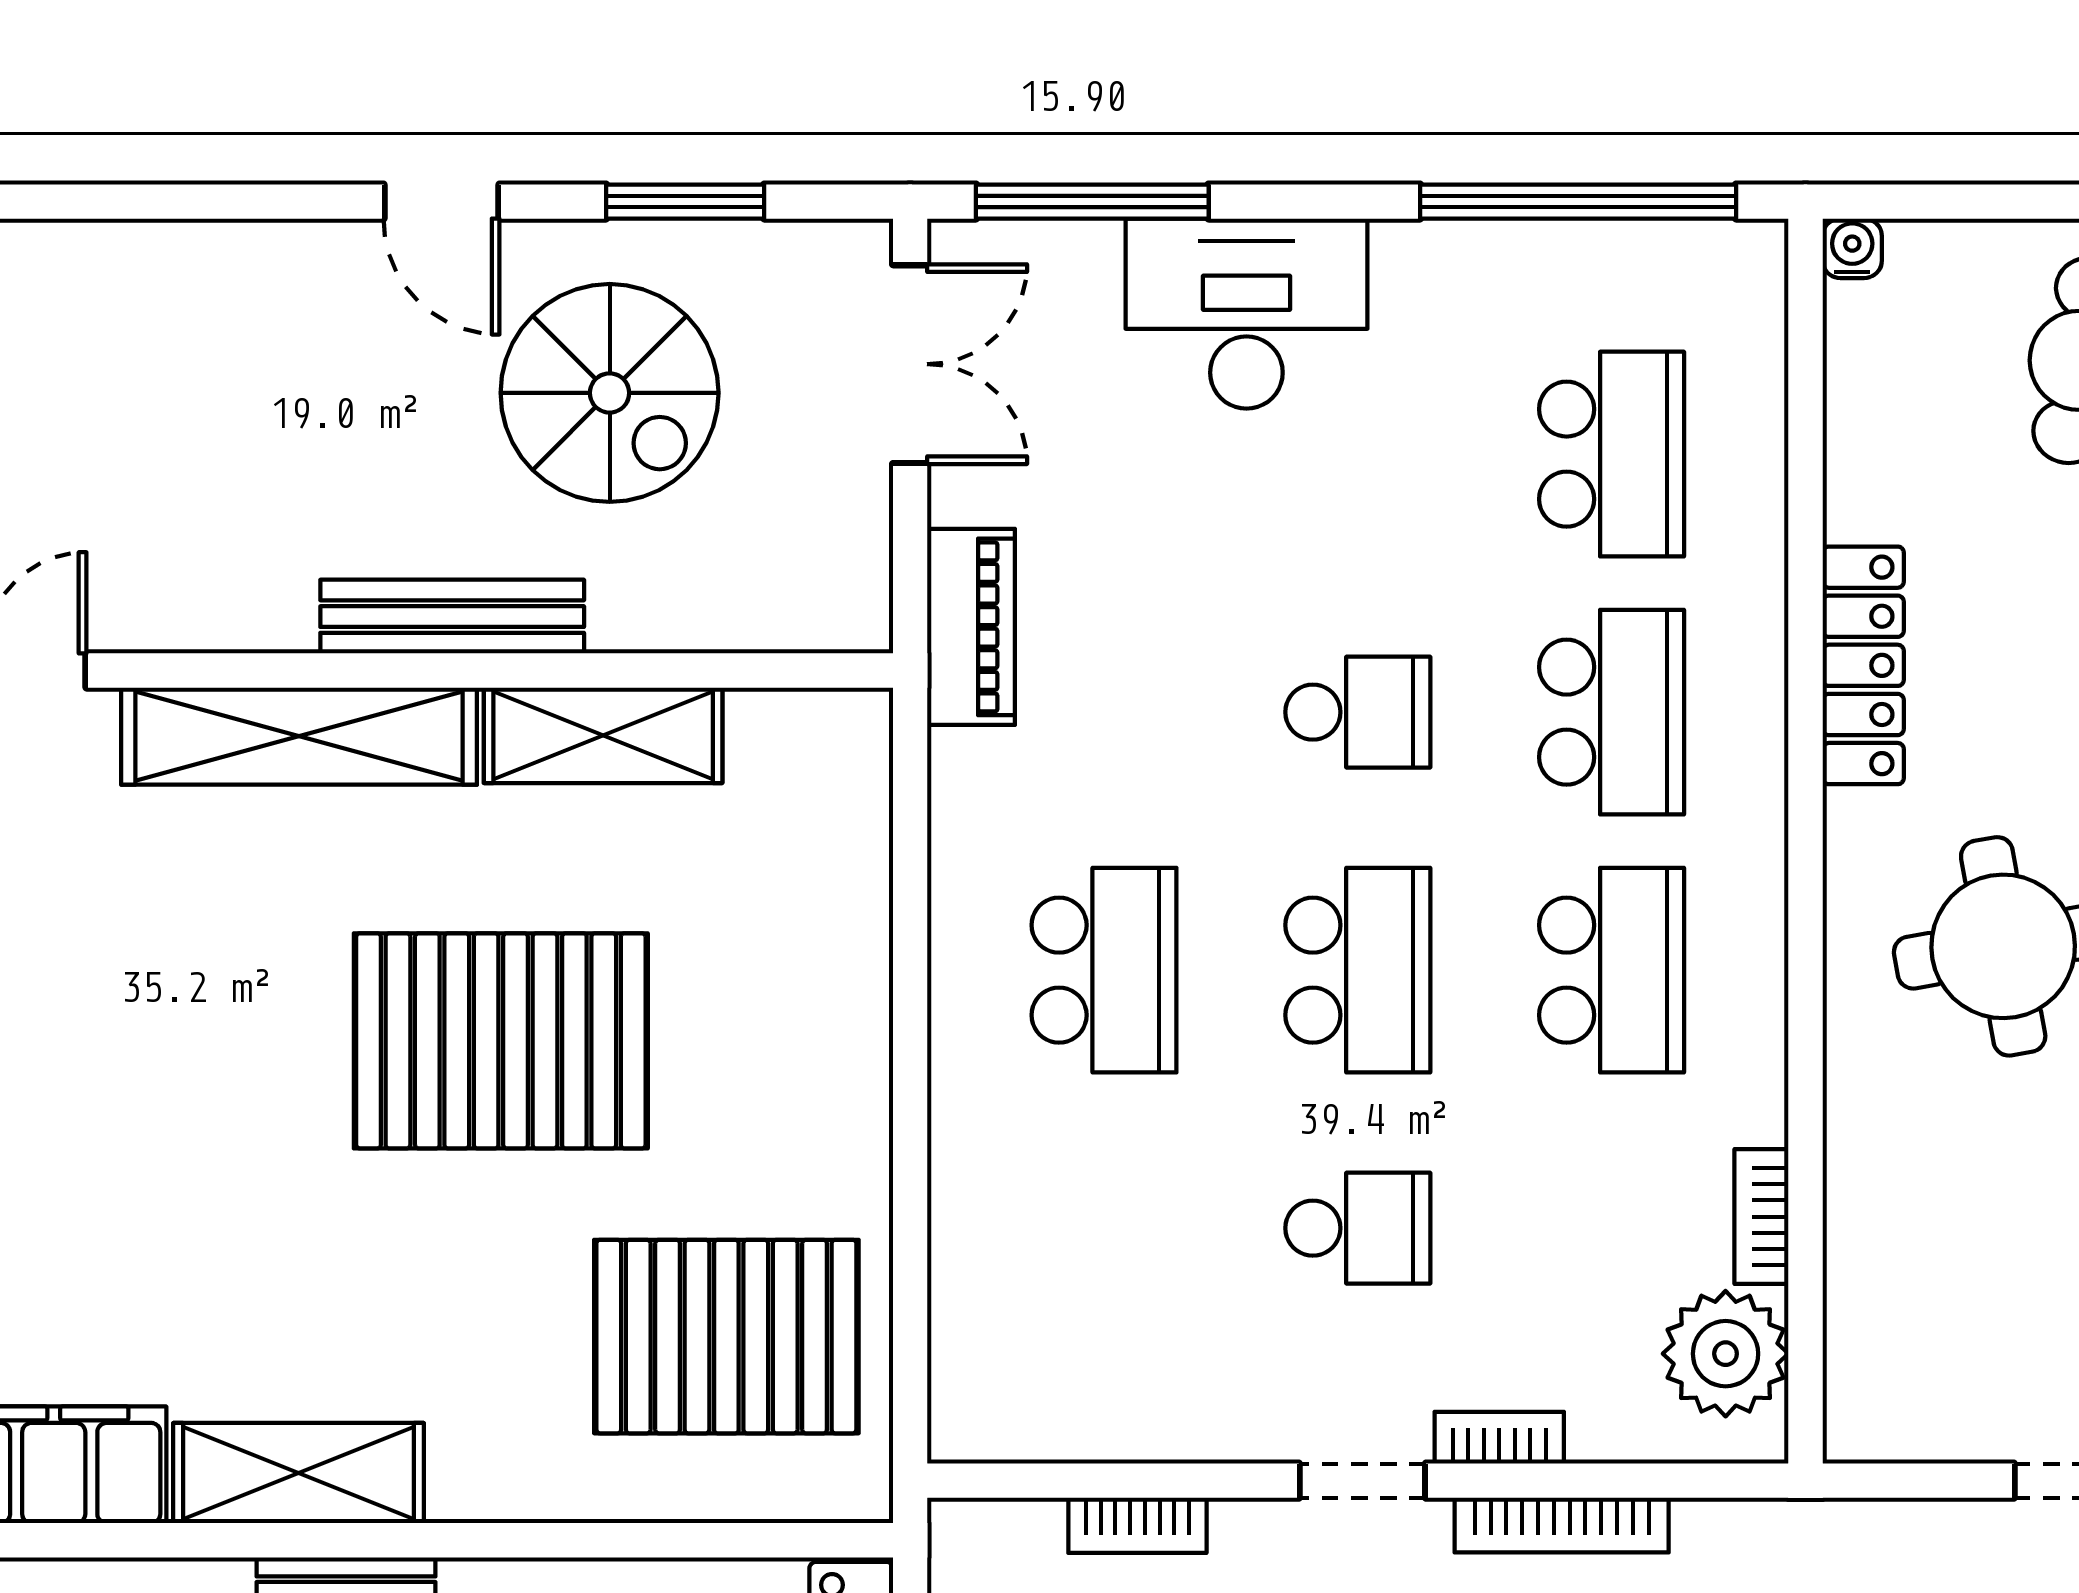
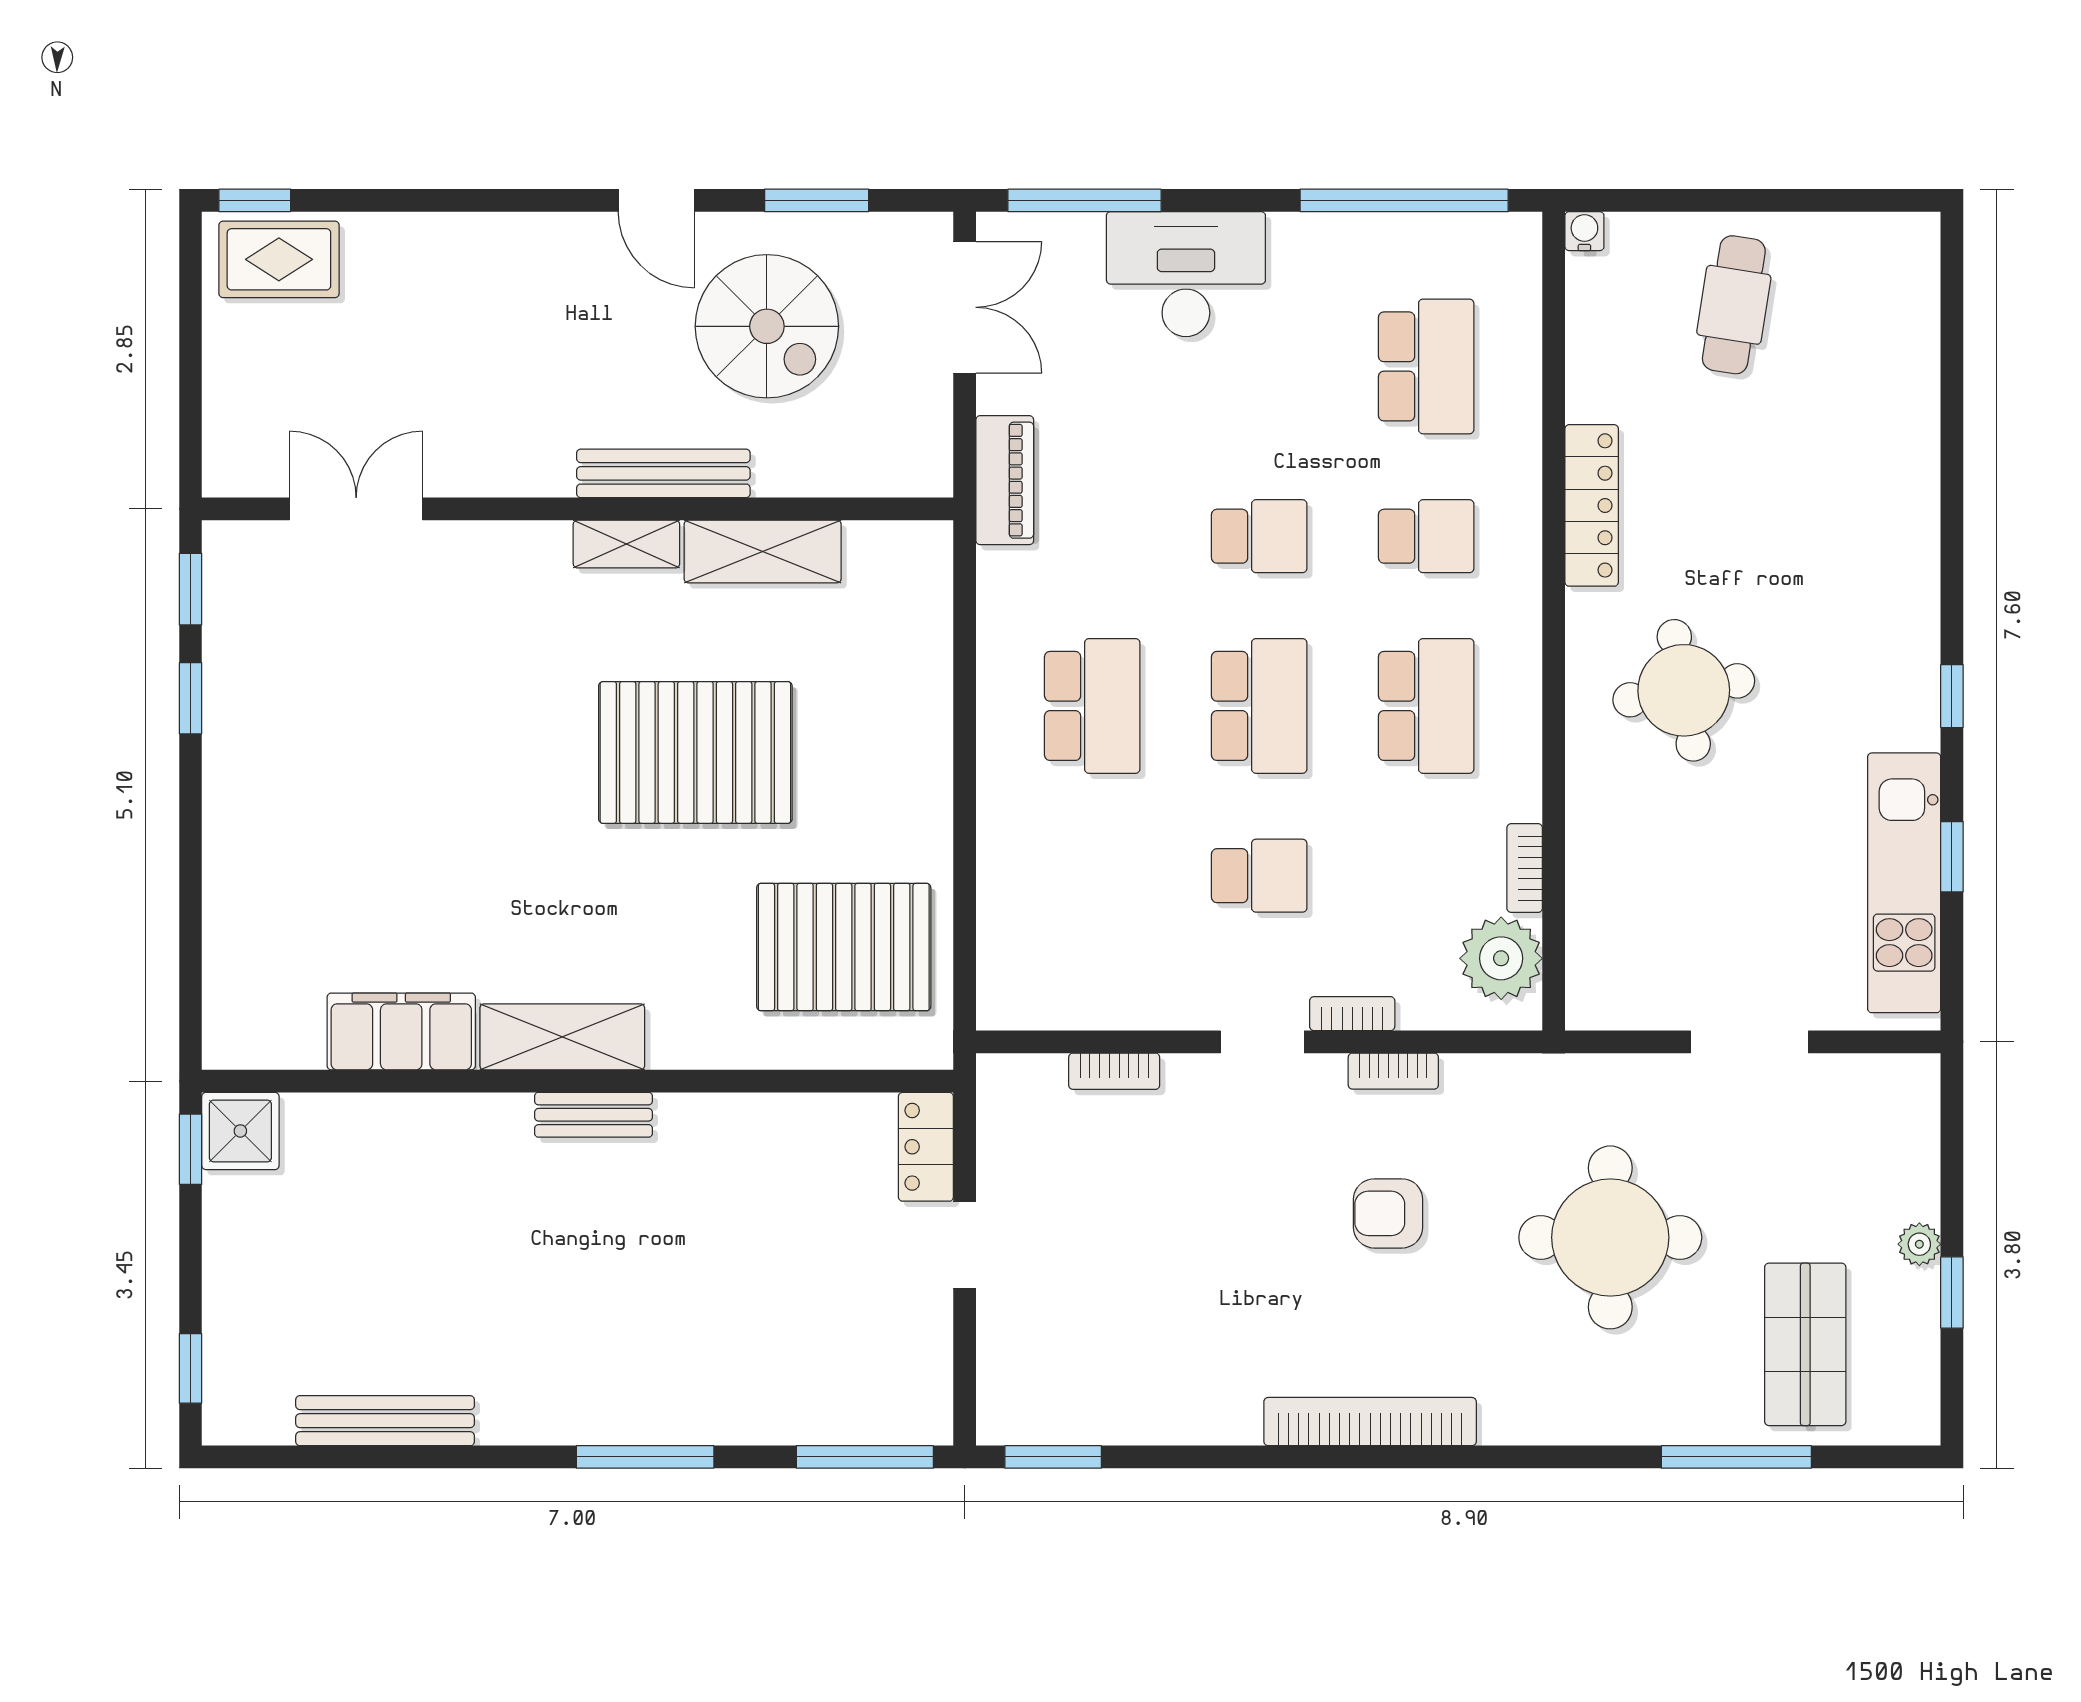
school desk: (1612, 712) -> (1426, 536), width x0.54
shelving: (299, 736) -> (626, 544), width x0.45, depth x0.75
bookcase: (1562, 1525) -> (1393, 1071), width x0.64

